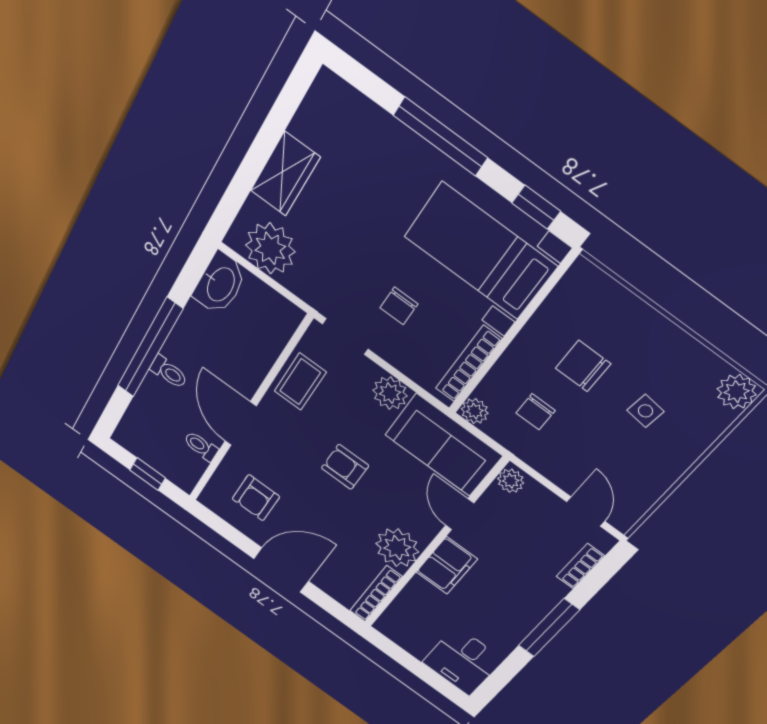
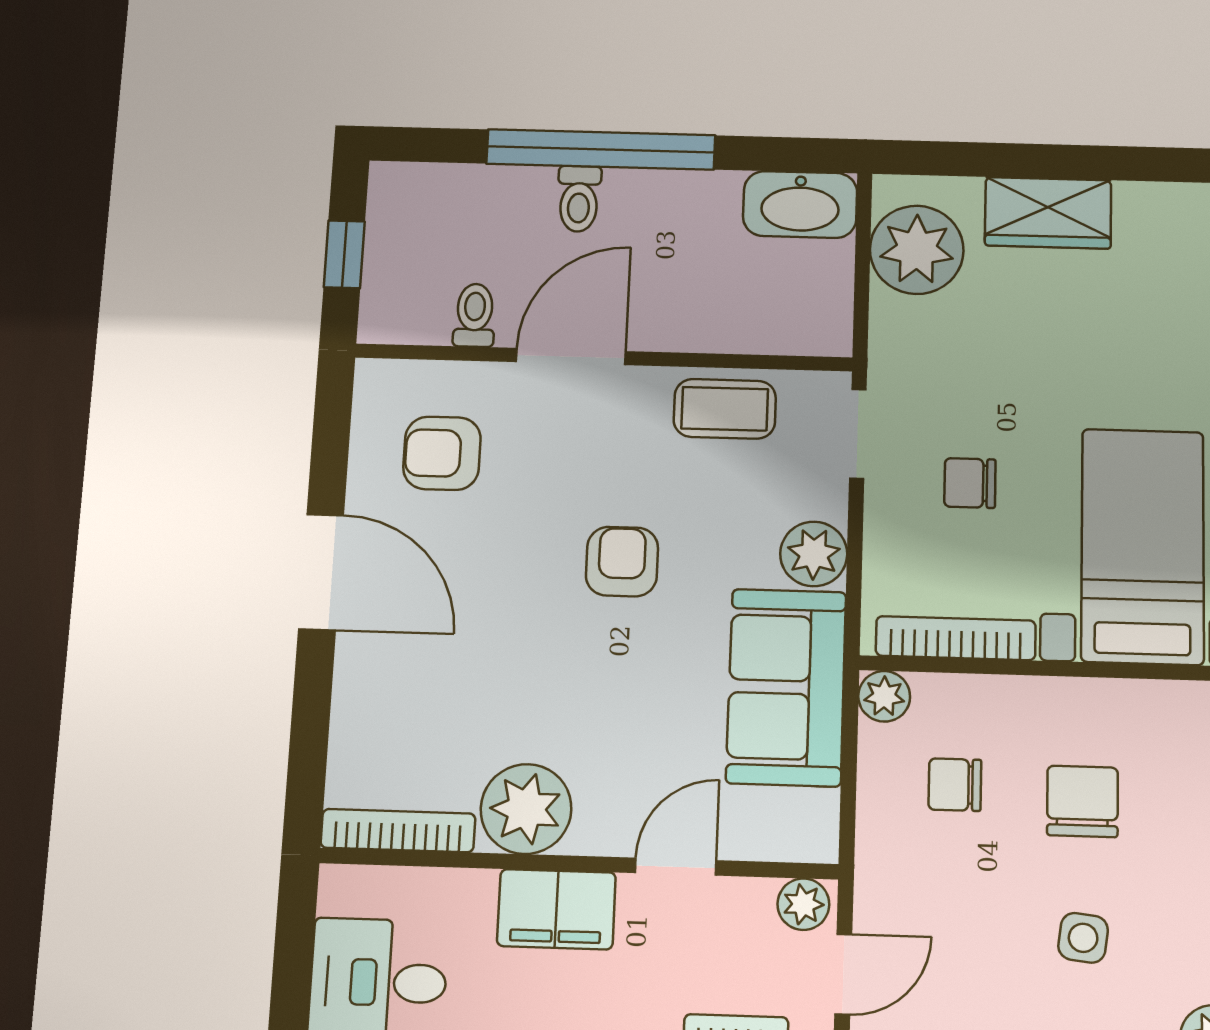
plant: (511, 481) -> (803, 904), moved
door: (460, 514) -> (676, 867), moved
wall: (433, 546) -> (579, 864), moved
plant: (397, 548) -> (526, 809), moved
filing cabinet: (447, 566) -> (556, 909), moved
bookcase: (376, 594) -> (398, 831), moved

